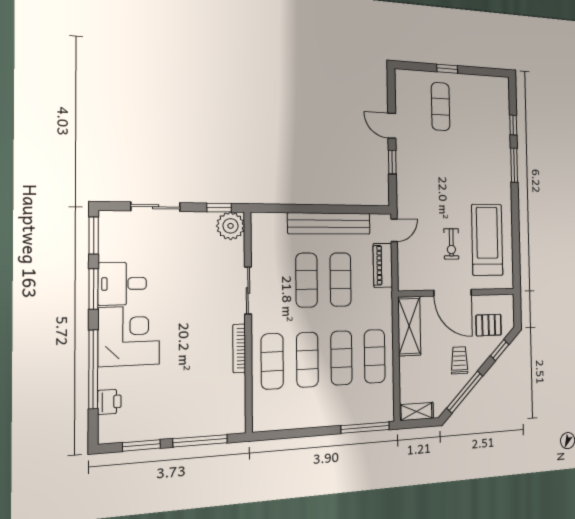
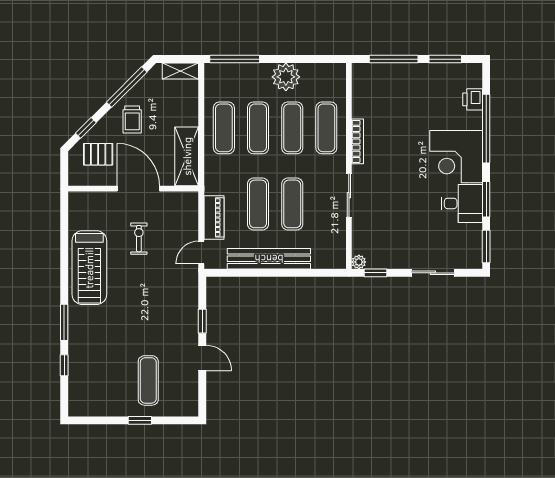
plant: (231, 226) -> (359, 262), width x0.53, depth x0.53
treadmill: (487, 240) -> (89, 268), moved
plant: (314, 413) -> (286, 77), added

